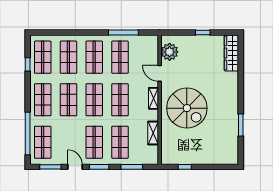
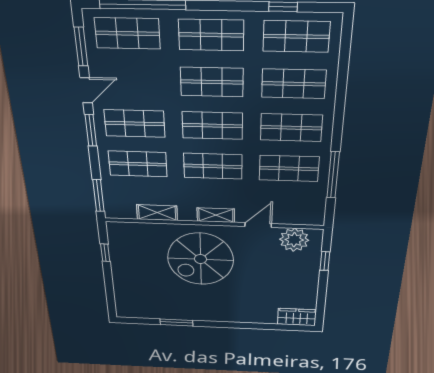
window: (203, 33) -> (325, 261), moved
wardrobe: (231, 53) -> (297, 317), width x0.67
window: (132, 167) -> (99, 196), moved

